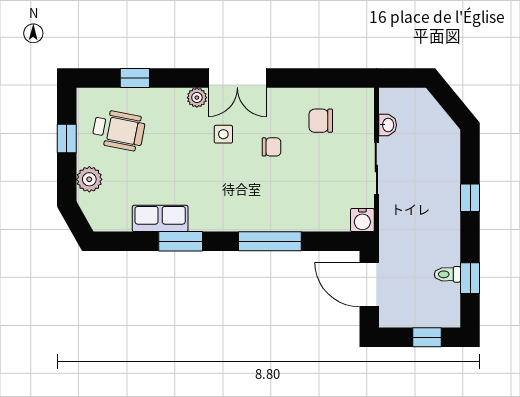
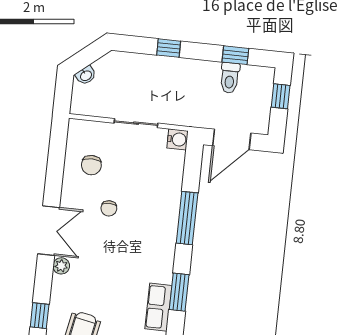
washbasin: (388, 125) -> (86, 75), moved, turned 141
side table: (223, 134) -> (94, 247), removed
chair: (271, 147) -> (109, 208), turned 180
toilet: (447, 274) -> (230, 78), width x1.37, depth x1.39

